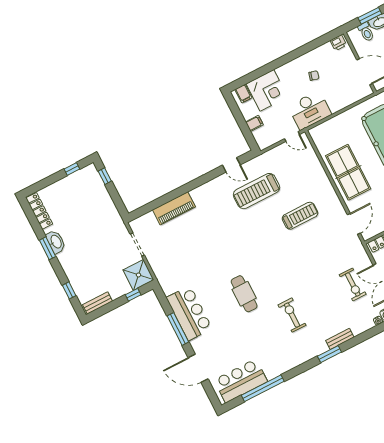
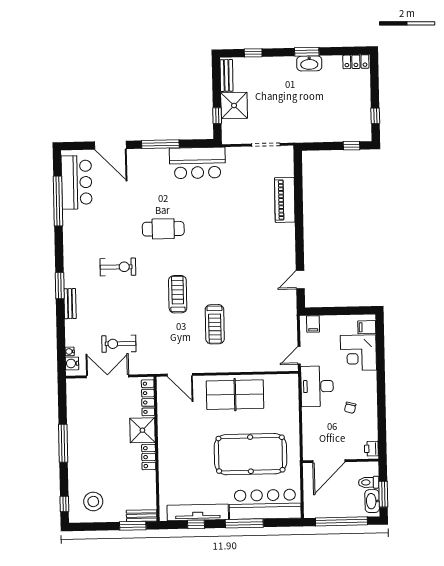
filing cabinet: (254, 123) -> (313, 324), moved
treadmill: (257, 191) -> (178, 294), moved, width x0.73, depth x0.73
locker: (39, 211) -> (356, 62), width x0.66
shower: (138, 275) -> (234, 105), moved
bar counter: (189, 313) -> (197, 163), moved
door: (198, 368) -> (110, 145), swing flipped

